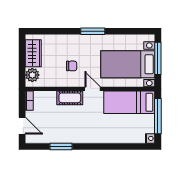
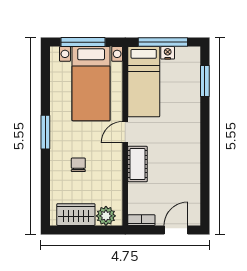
chair: (72, 66) -> (78, 165), moved
nightstand: (150, 138) -> (168, 53), moved
window: (61, 147) -> (205, 81), moved

